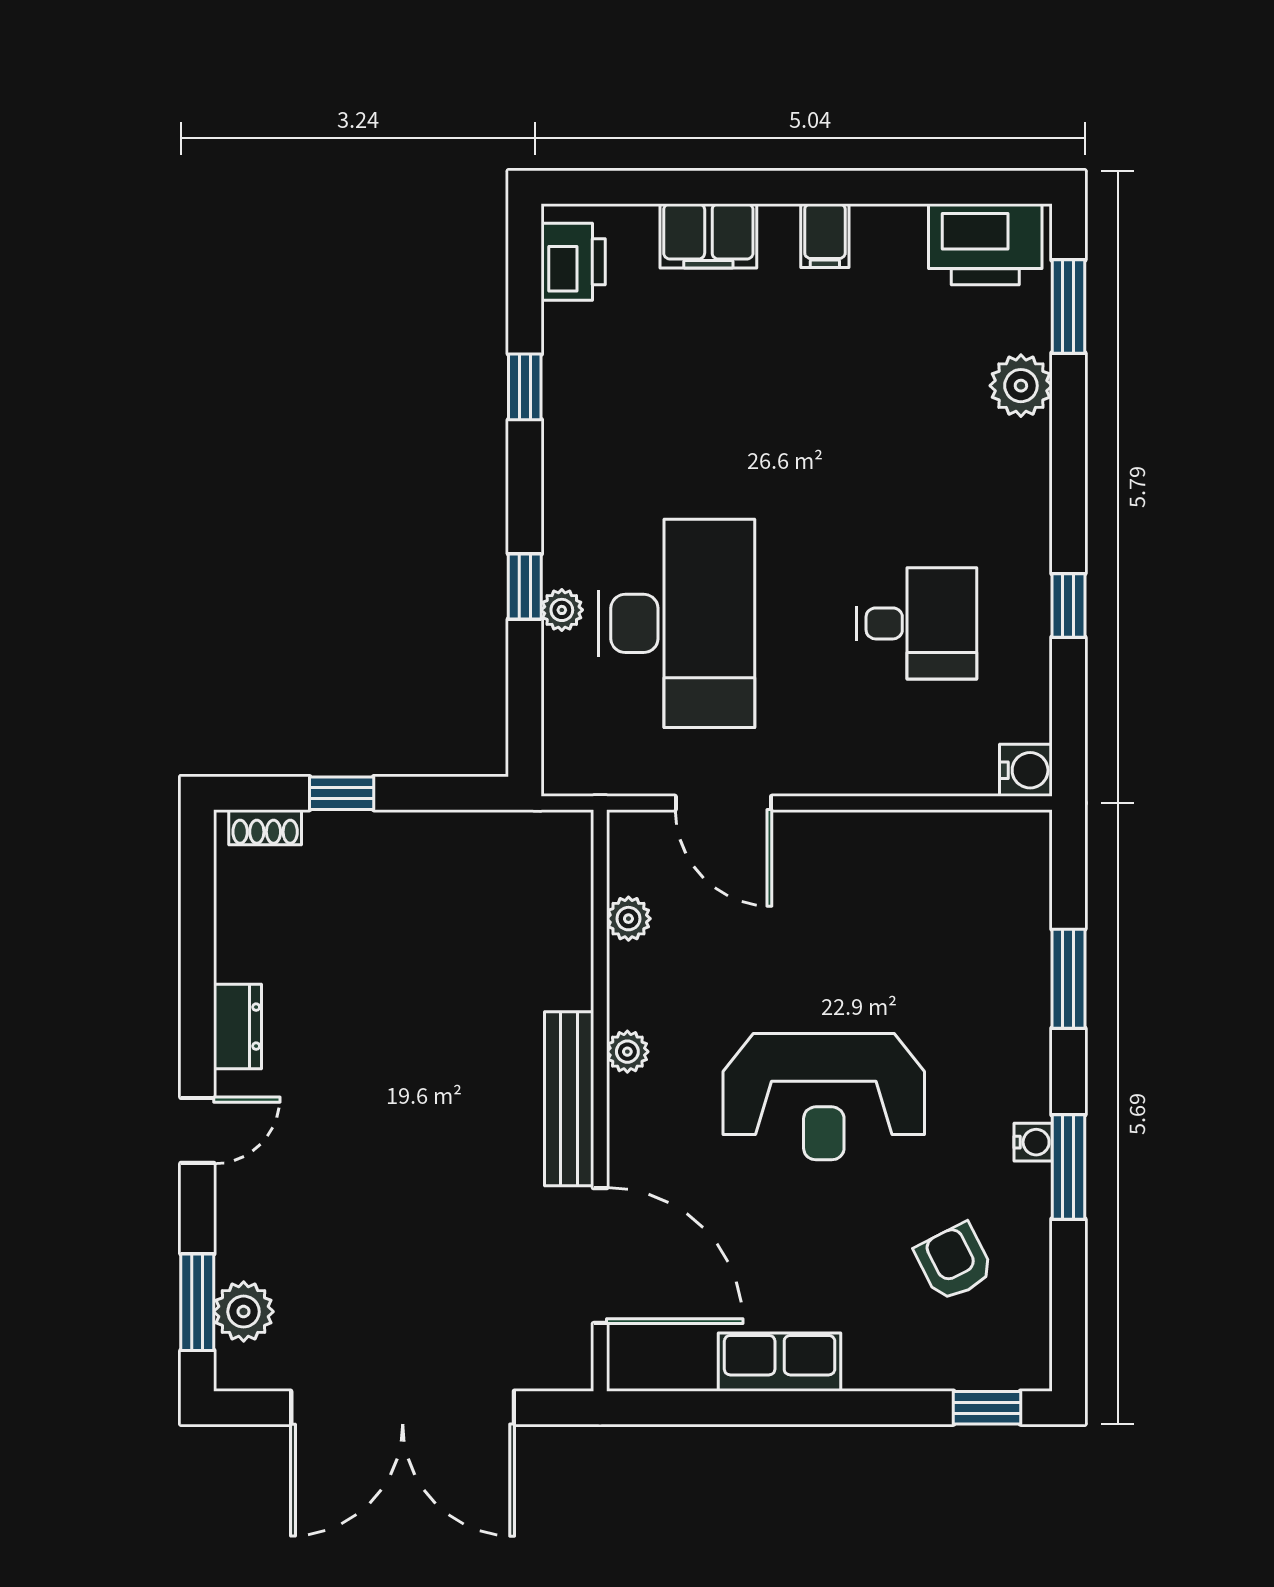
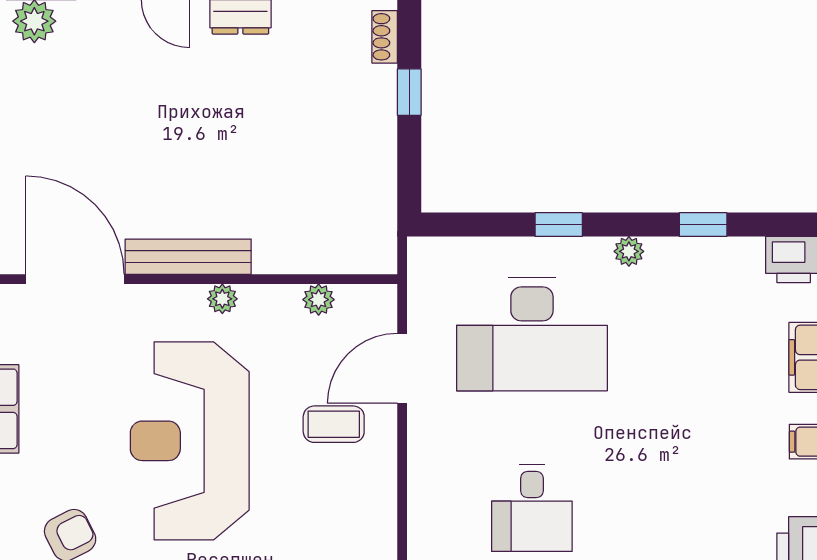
plant: (562, 610) -> (629, 251), moved
coffee table: (801, 898) -> (334, 424), added
reception desk: (824, 1097) -> (190, 441), width x1.36, depth x1.30
door: (600, 1256) -> (75, 279), swing flipped

